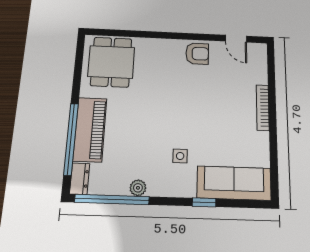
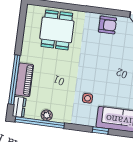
dining table: (111, 62) -> (57, 30), moved
piano: (90, 129) -> (24, 80), width x0.73, depth x0.75
plant: (138, 188) -> (47, 115), moved

